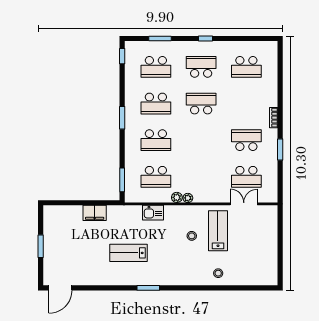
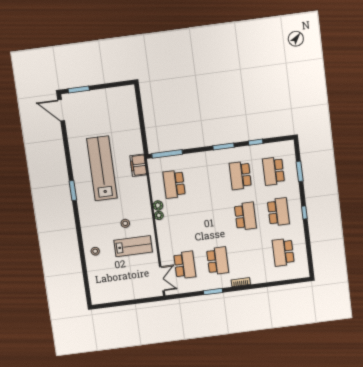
window: (122, 56) -> (256, 142), moved
school desk: (156, 140) -> (207, 180), removed
school desk: (246, 177) -> (185, 265), turned 180
window: (122, 180) -> (167, 154), width x1.44
double door: (244, 204) -> (162, 279), moved
filing cabinet: (95, 213) -> (138, 165), moved
kitchen sink: (153, 213) -> (141, 186), removed
window: (41, 246) -> (79, 90), moved
lab bench: (128, 253) -> (102, 168), width x1.86, depth x1.39

